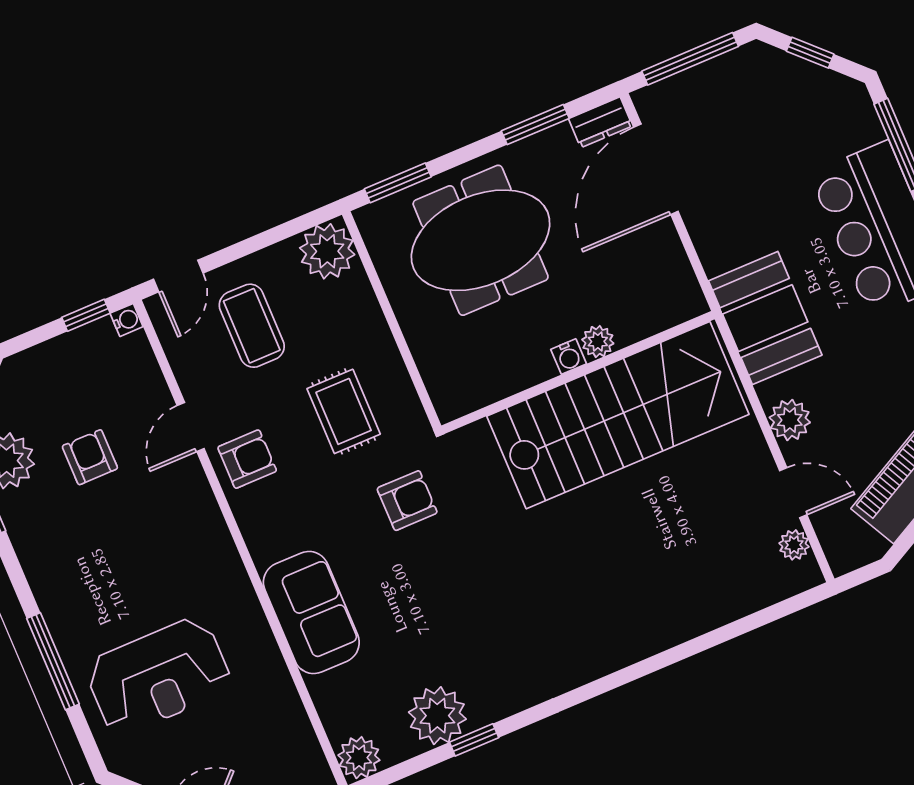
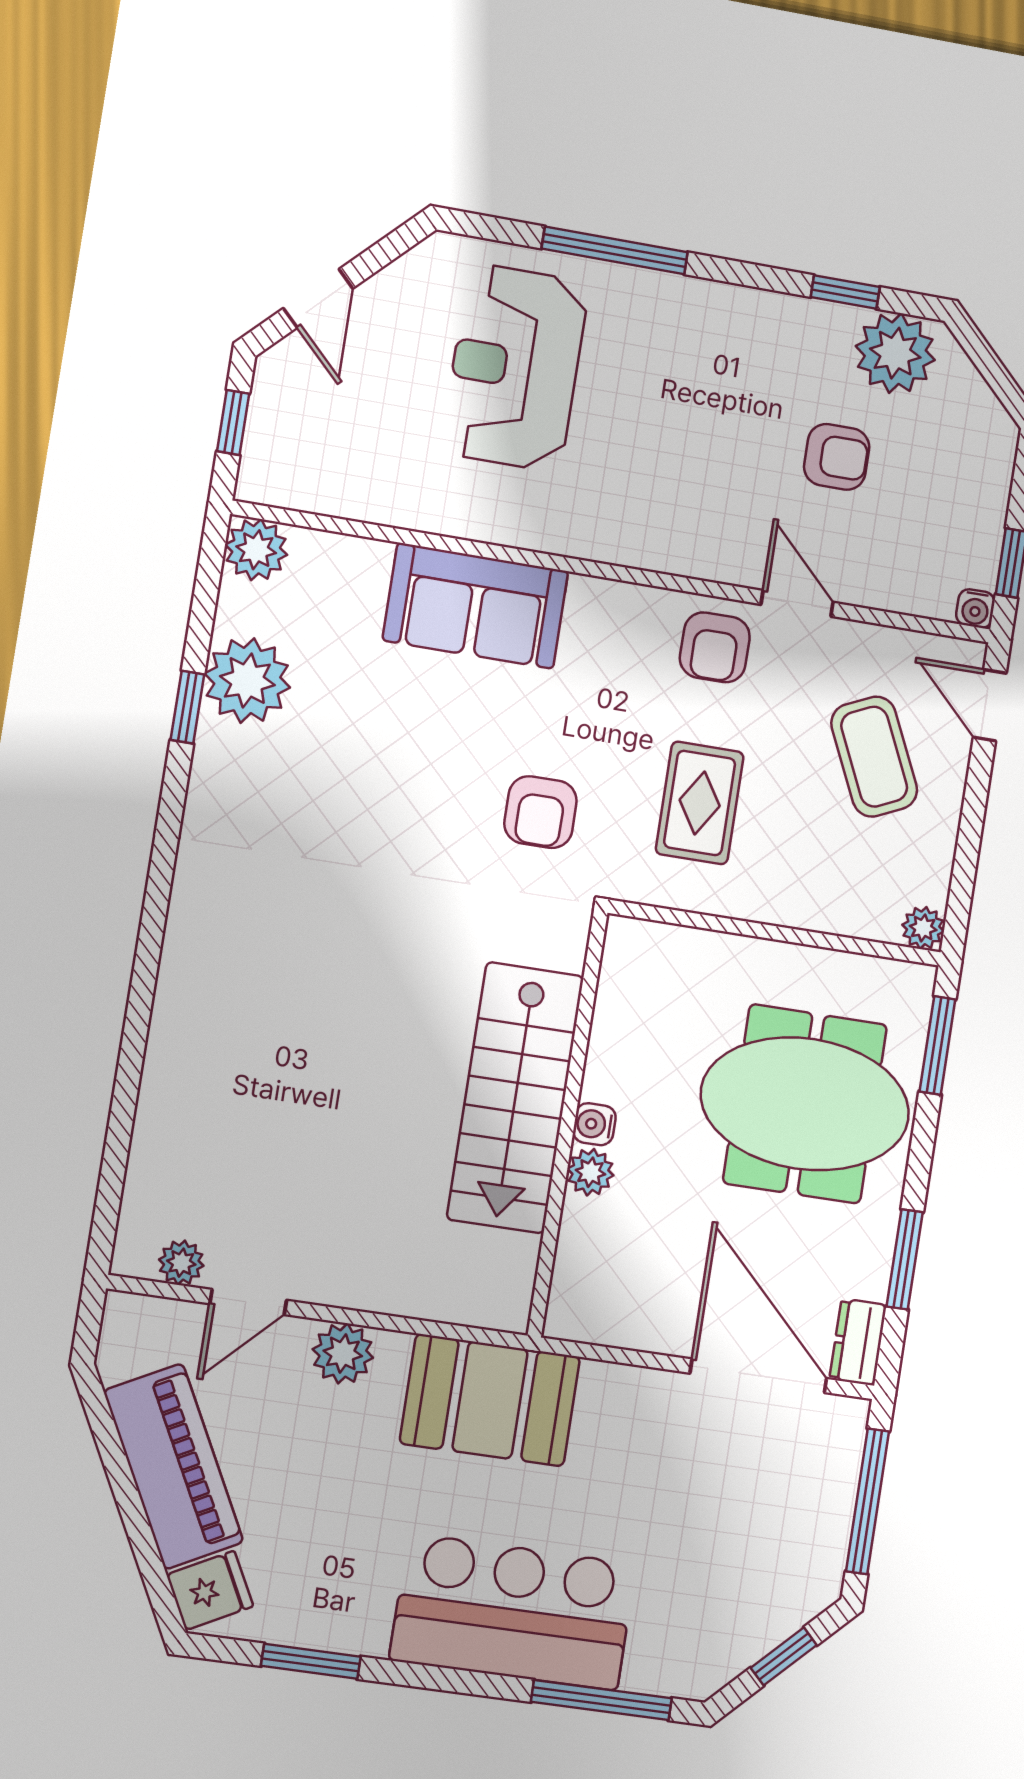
meeting table: (481, 240) -> (805, 1104), turned 90
plant: (327, 251) -> (923, 928), width x0.53, depth x0.53
coffee table: (252, 326) -> (874, 757), turned 65
rug: (344, 411) -> (700, 803), turned 90
stairs: (618, 415) -> (515, 1098), width x0.73, depth x0.66

